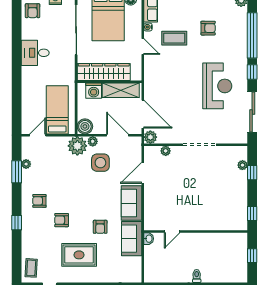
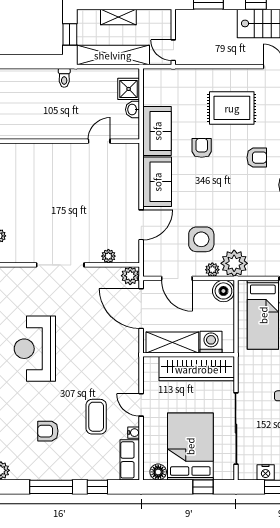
coffee table: (174, 38) -> (96, 417), turned 90
washbasin: (149, 239) -> (133, 110), moved
shower: (151, 268) -> (129, 89), added

